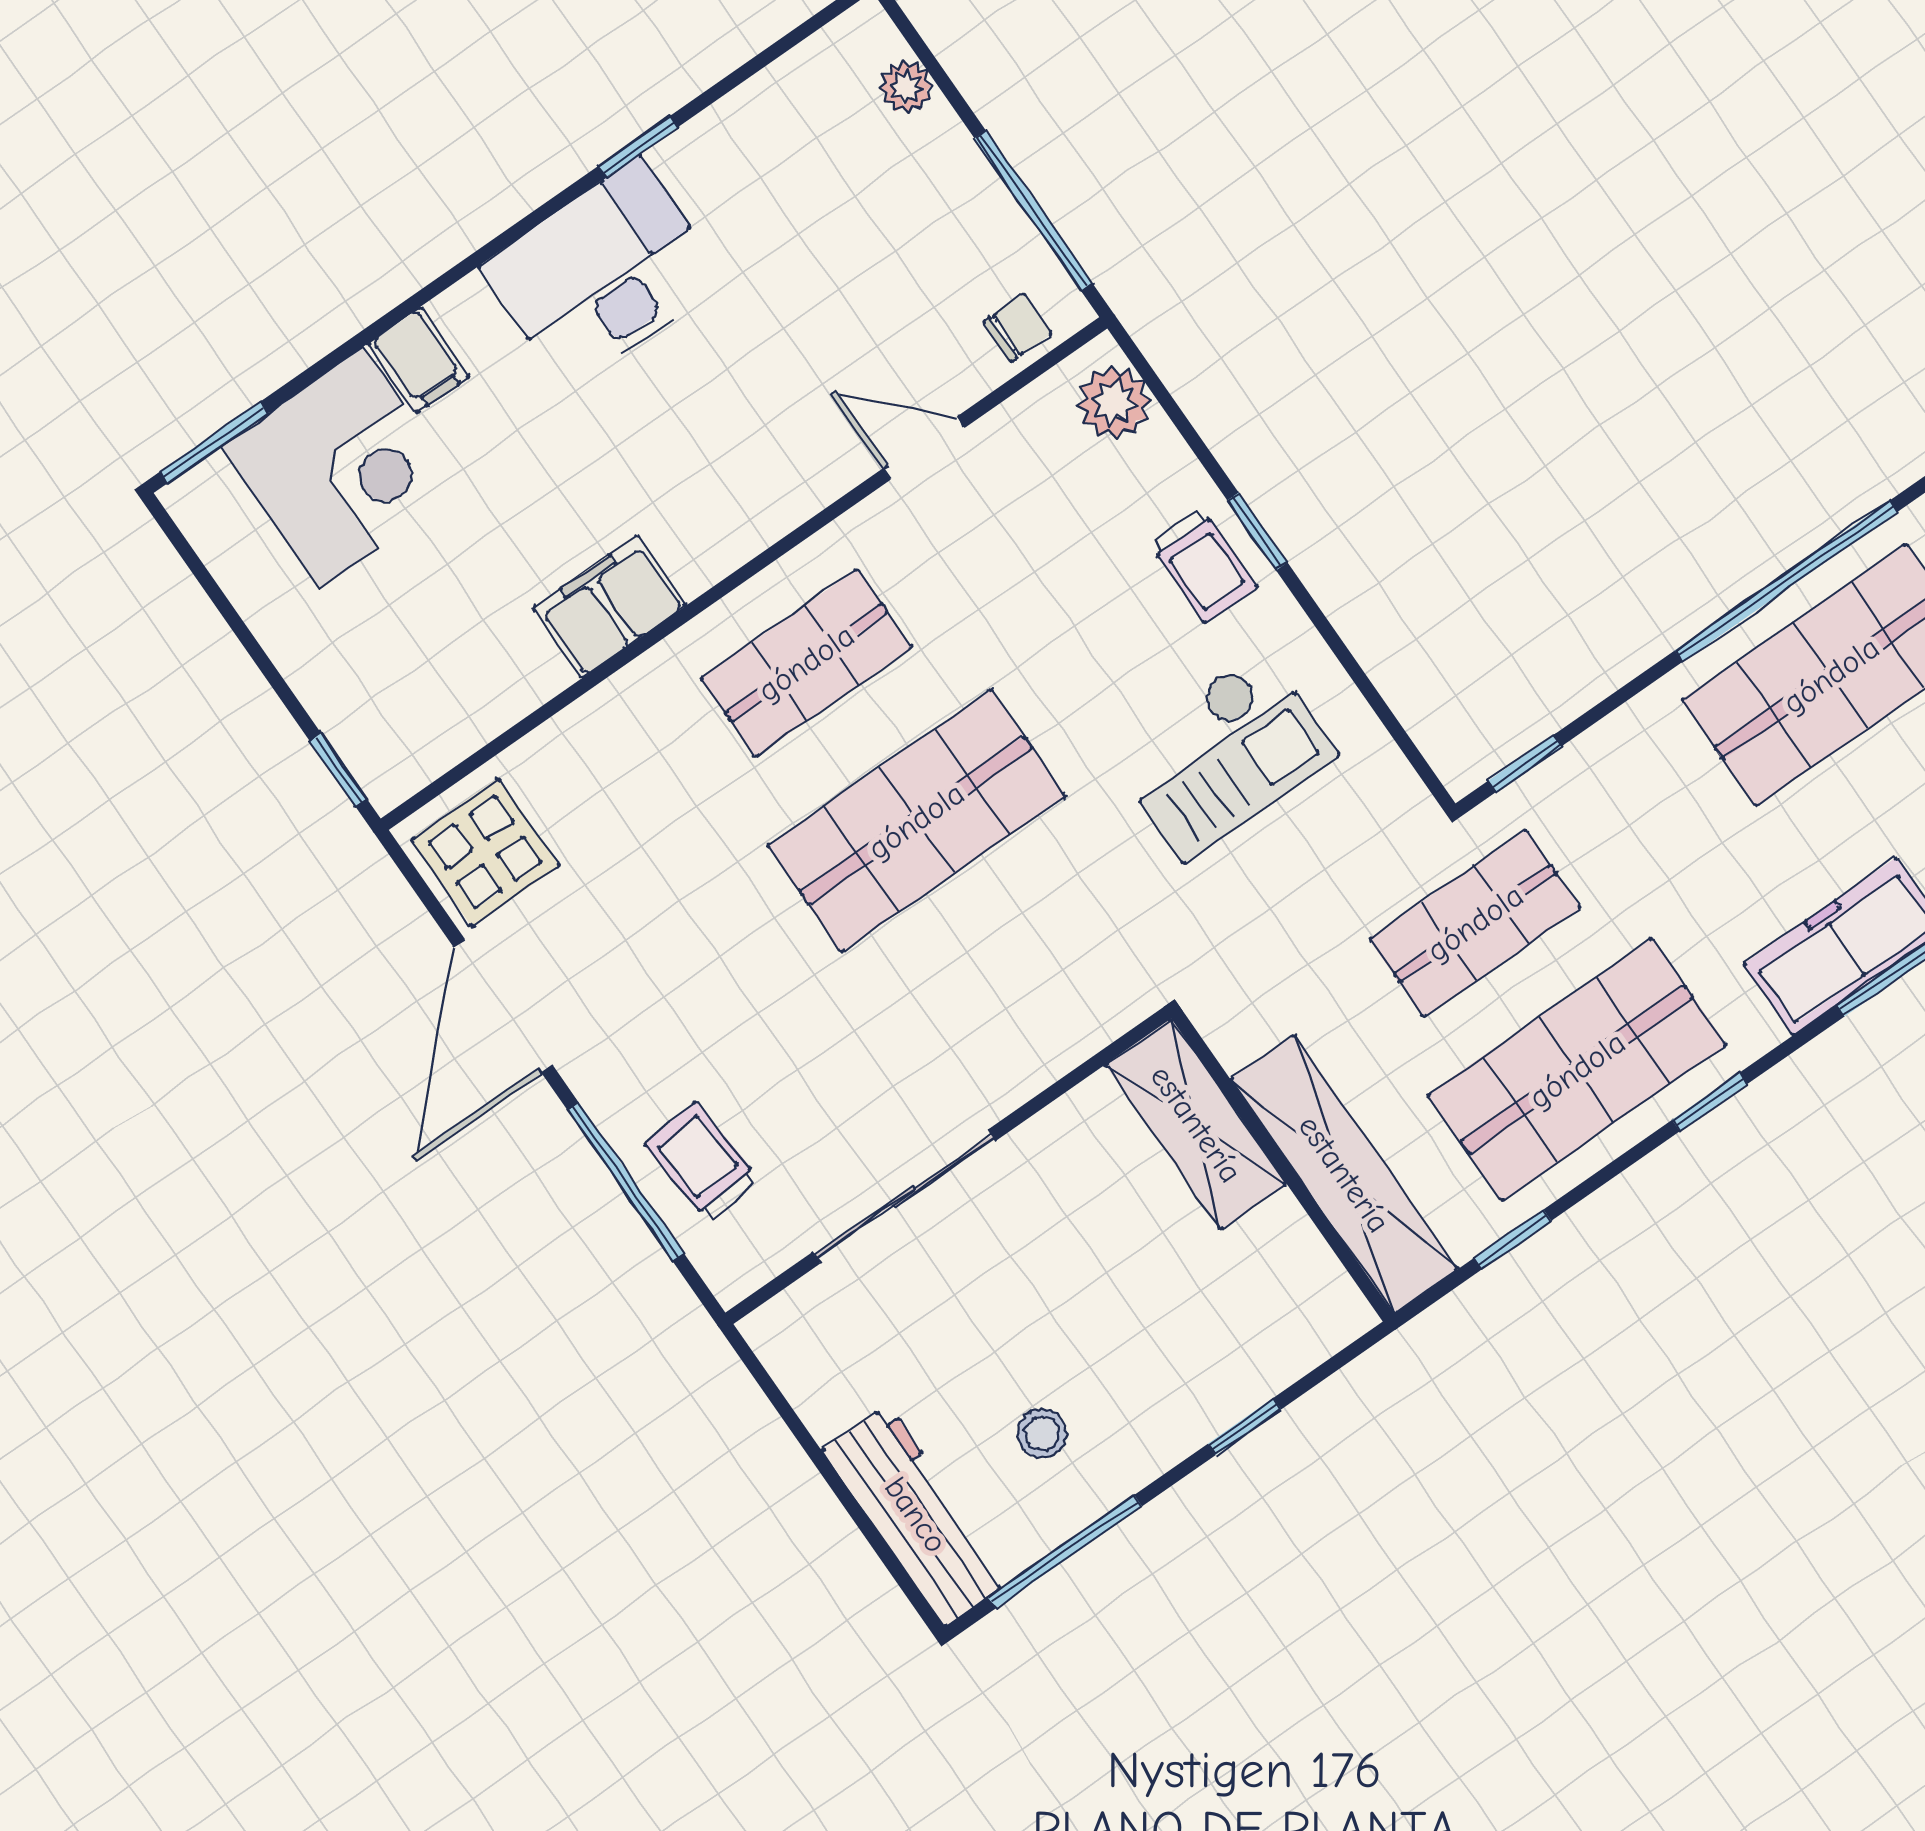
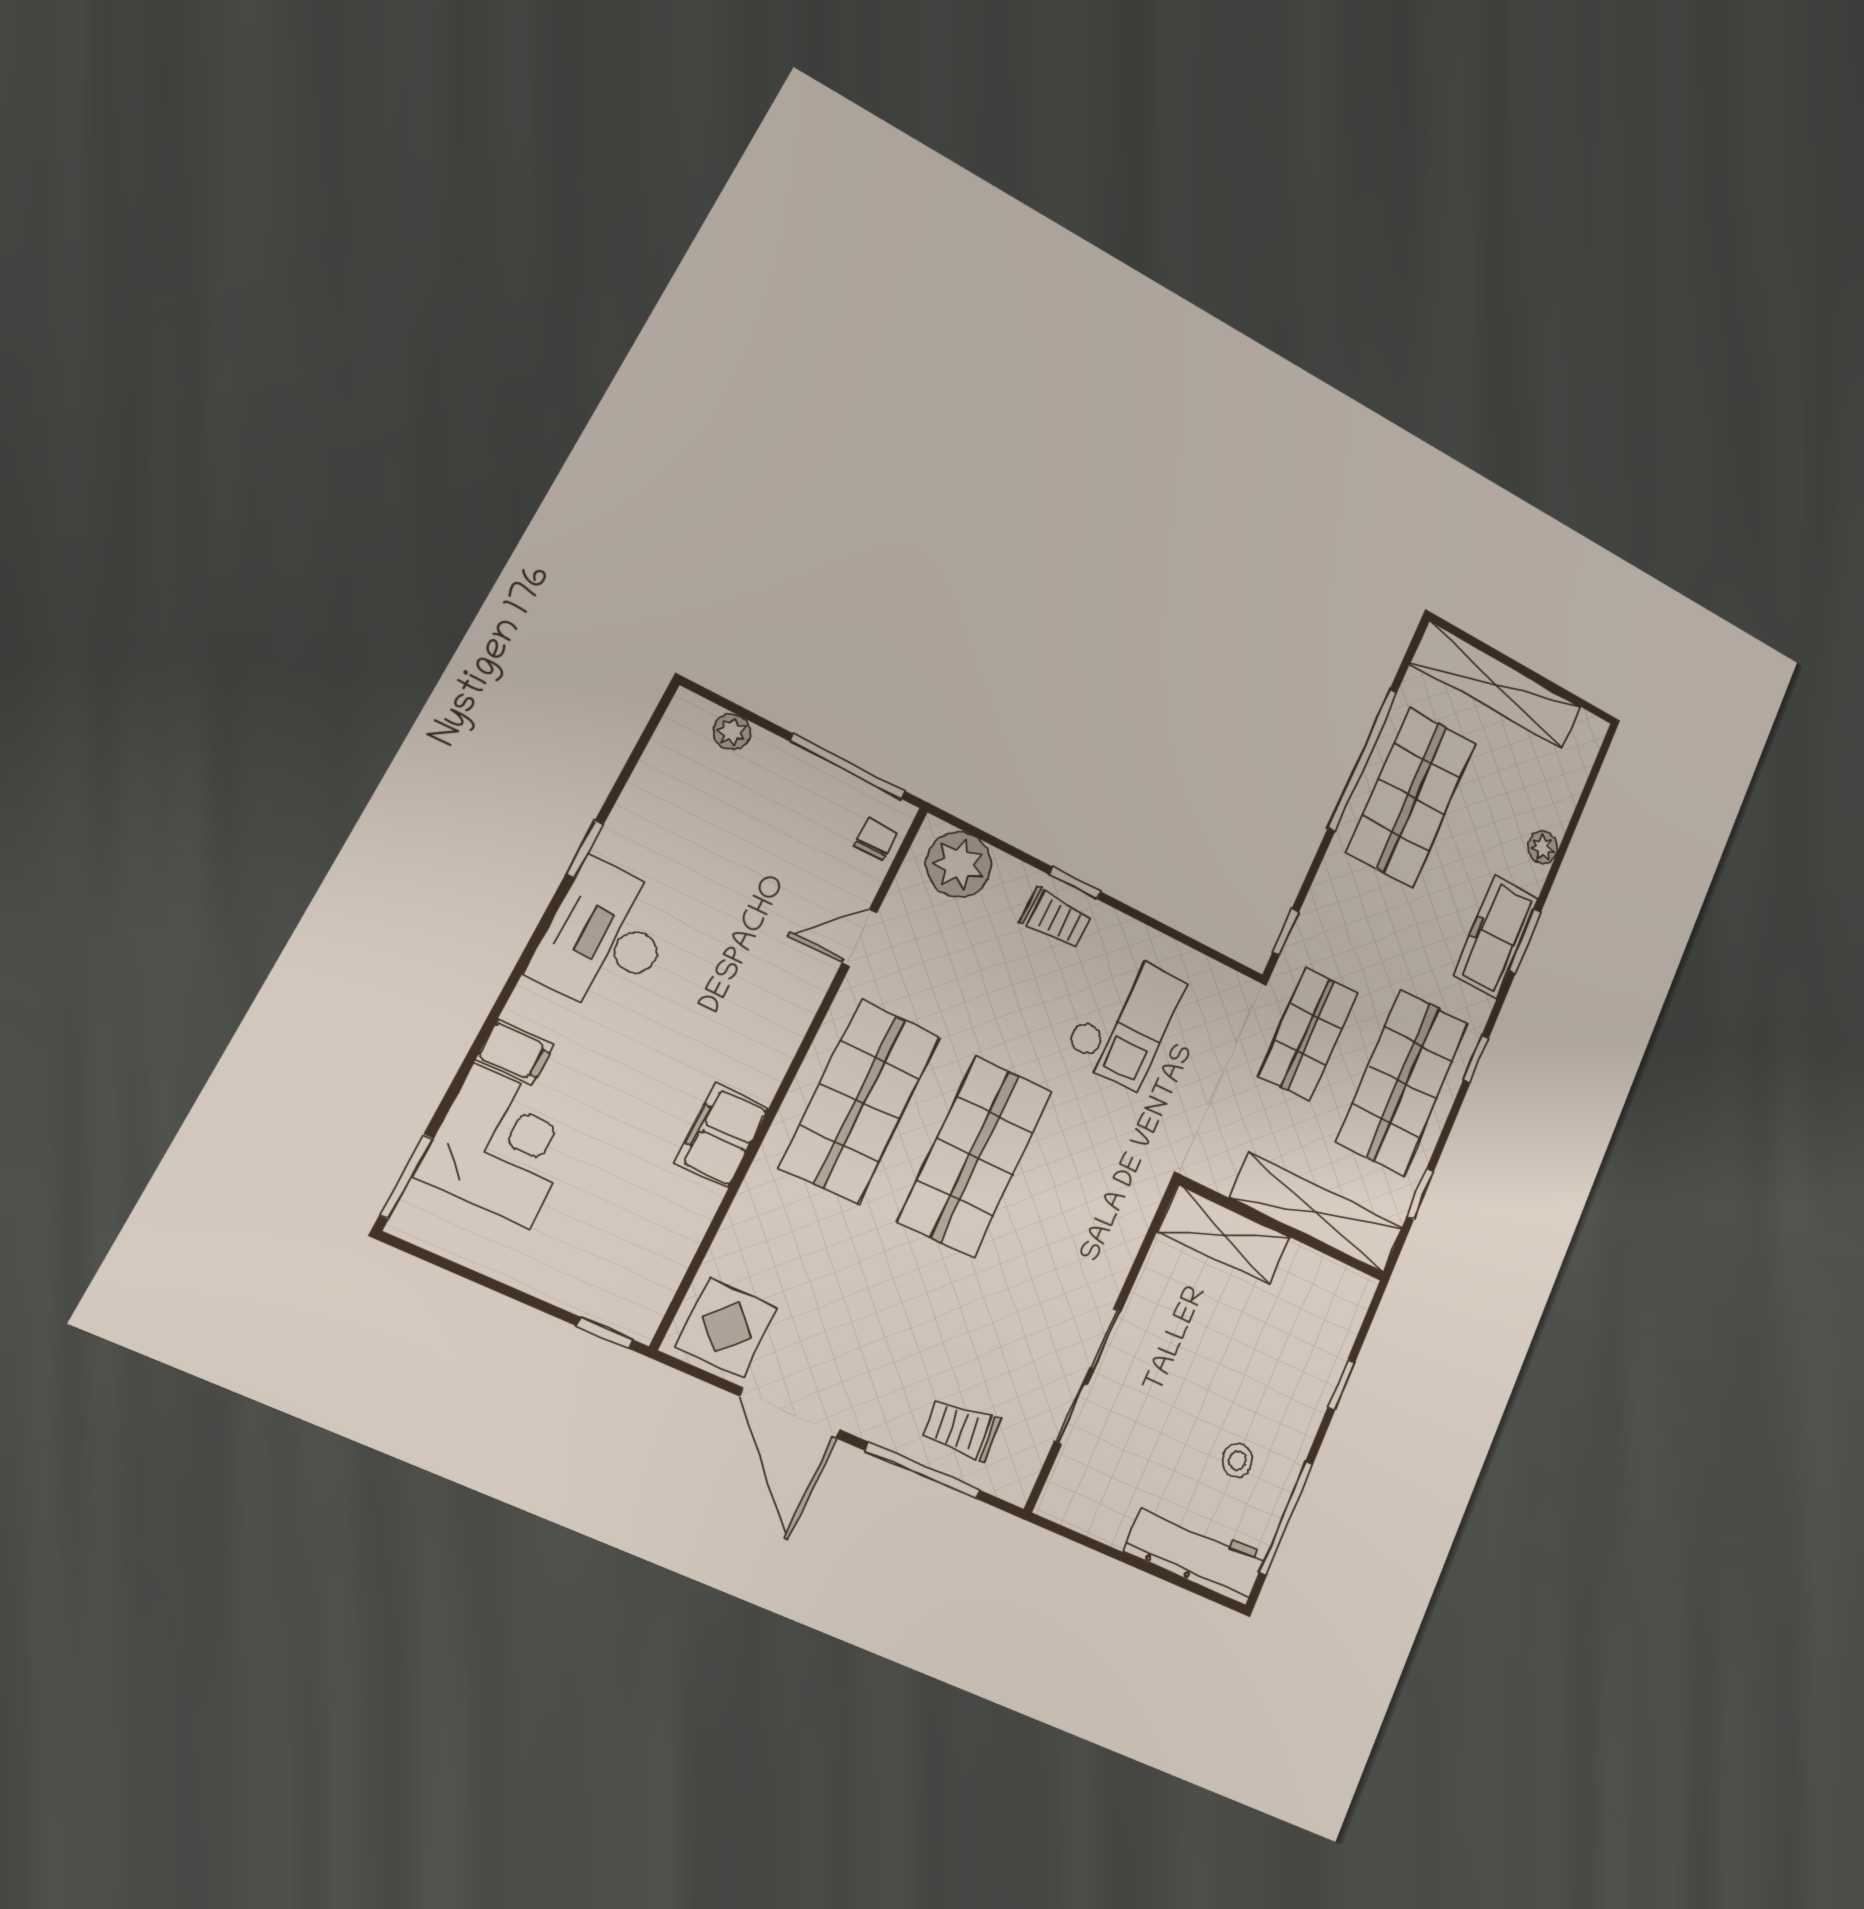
plant: (1114, 403) -> (959, 865), width x1.36, depth x1.36
shop shelf: (806, 663) -> (860, 1101), width x1.43, depth x1.36

